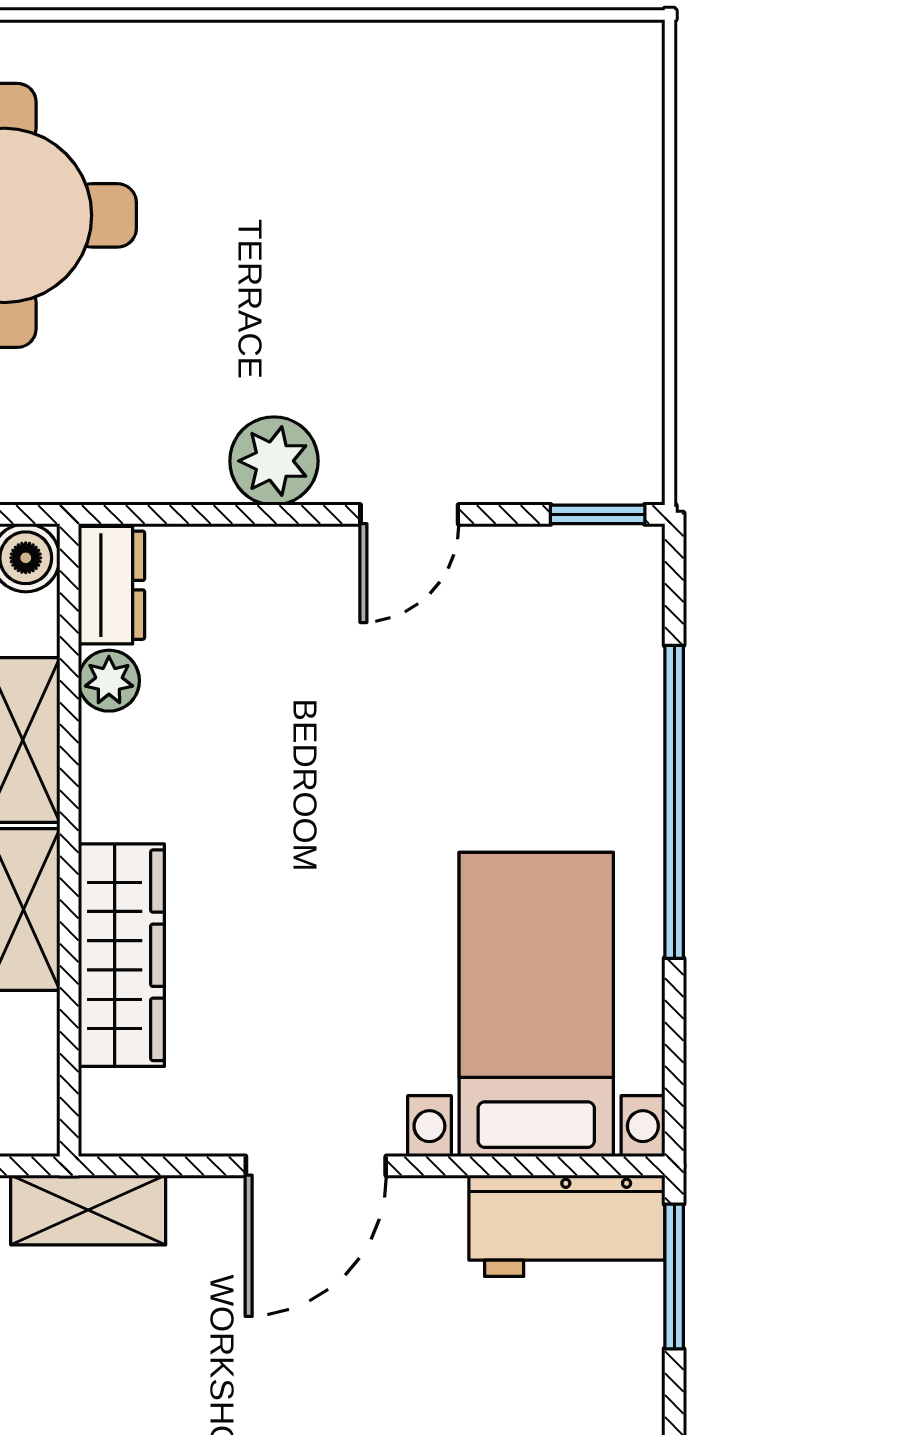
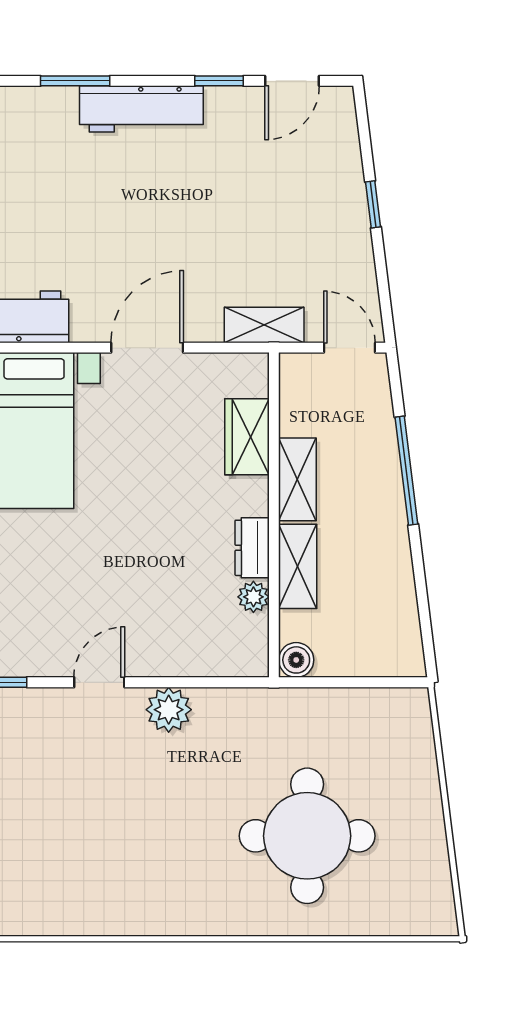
dresser: (112, 585) -> (252, 548), moved
wardrobe: (121, 955) -> (247, 437), width x0.67

